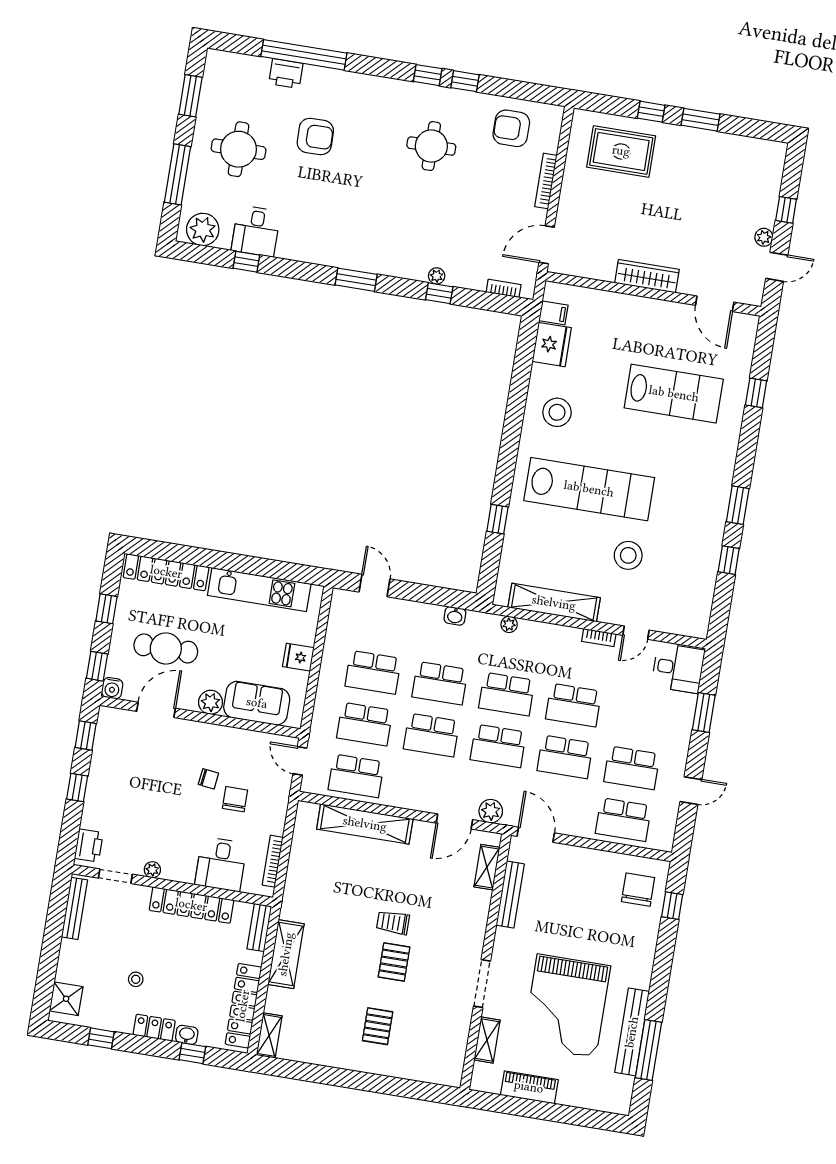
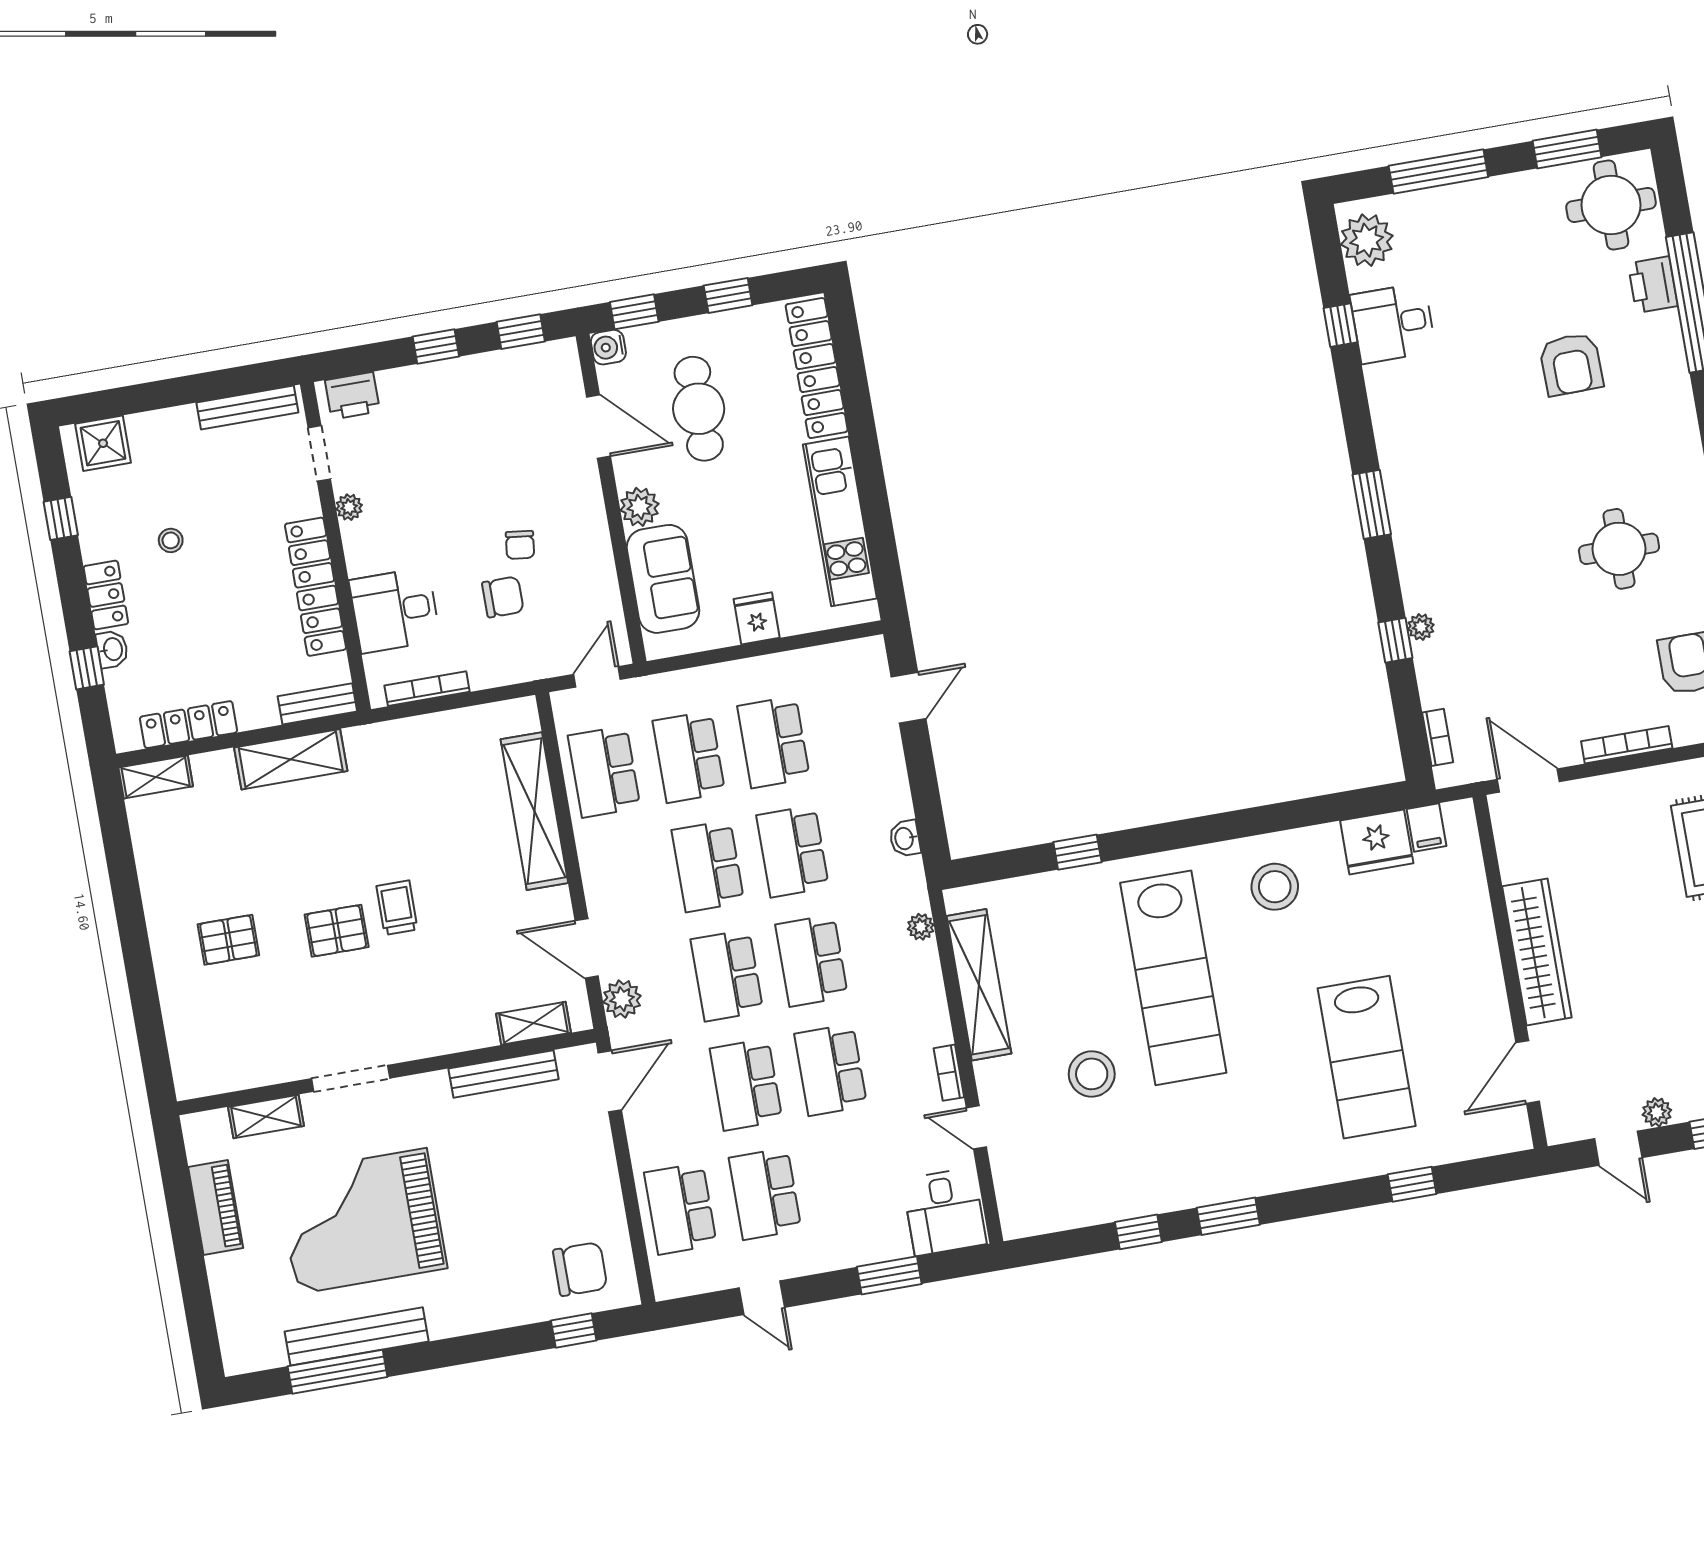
round table: (239, 149) -> (1611, 205), moved
wardrobe: (647, 276) -> (1537, 952), width x1.40, depth x1.17
locker: (243, 1006) -> (189, 725), width x0.71, depth x0.83

